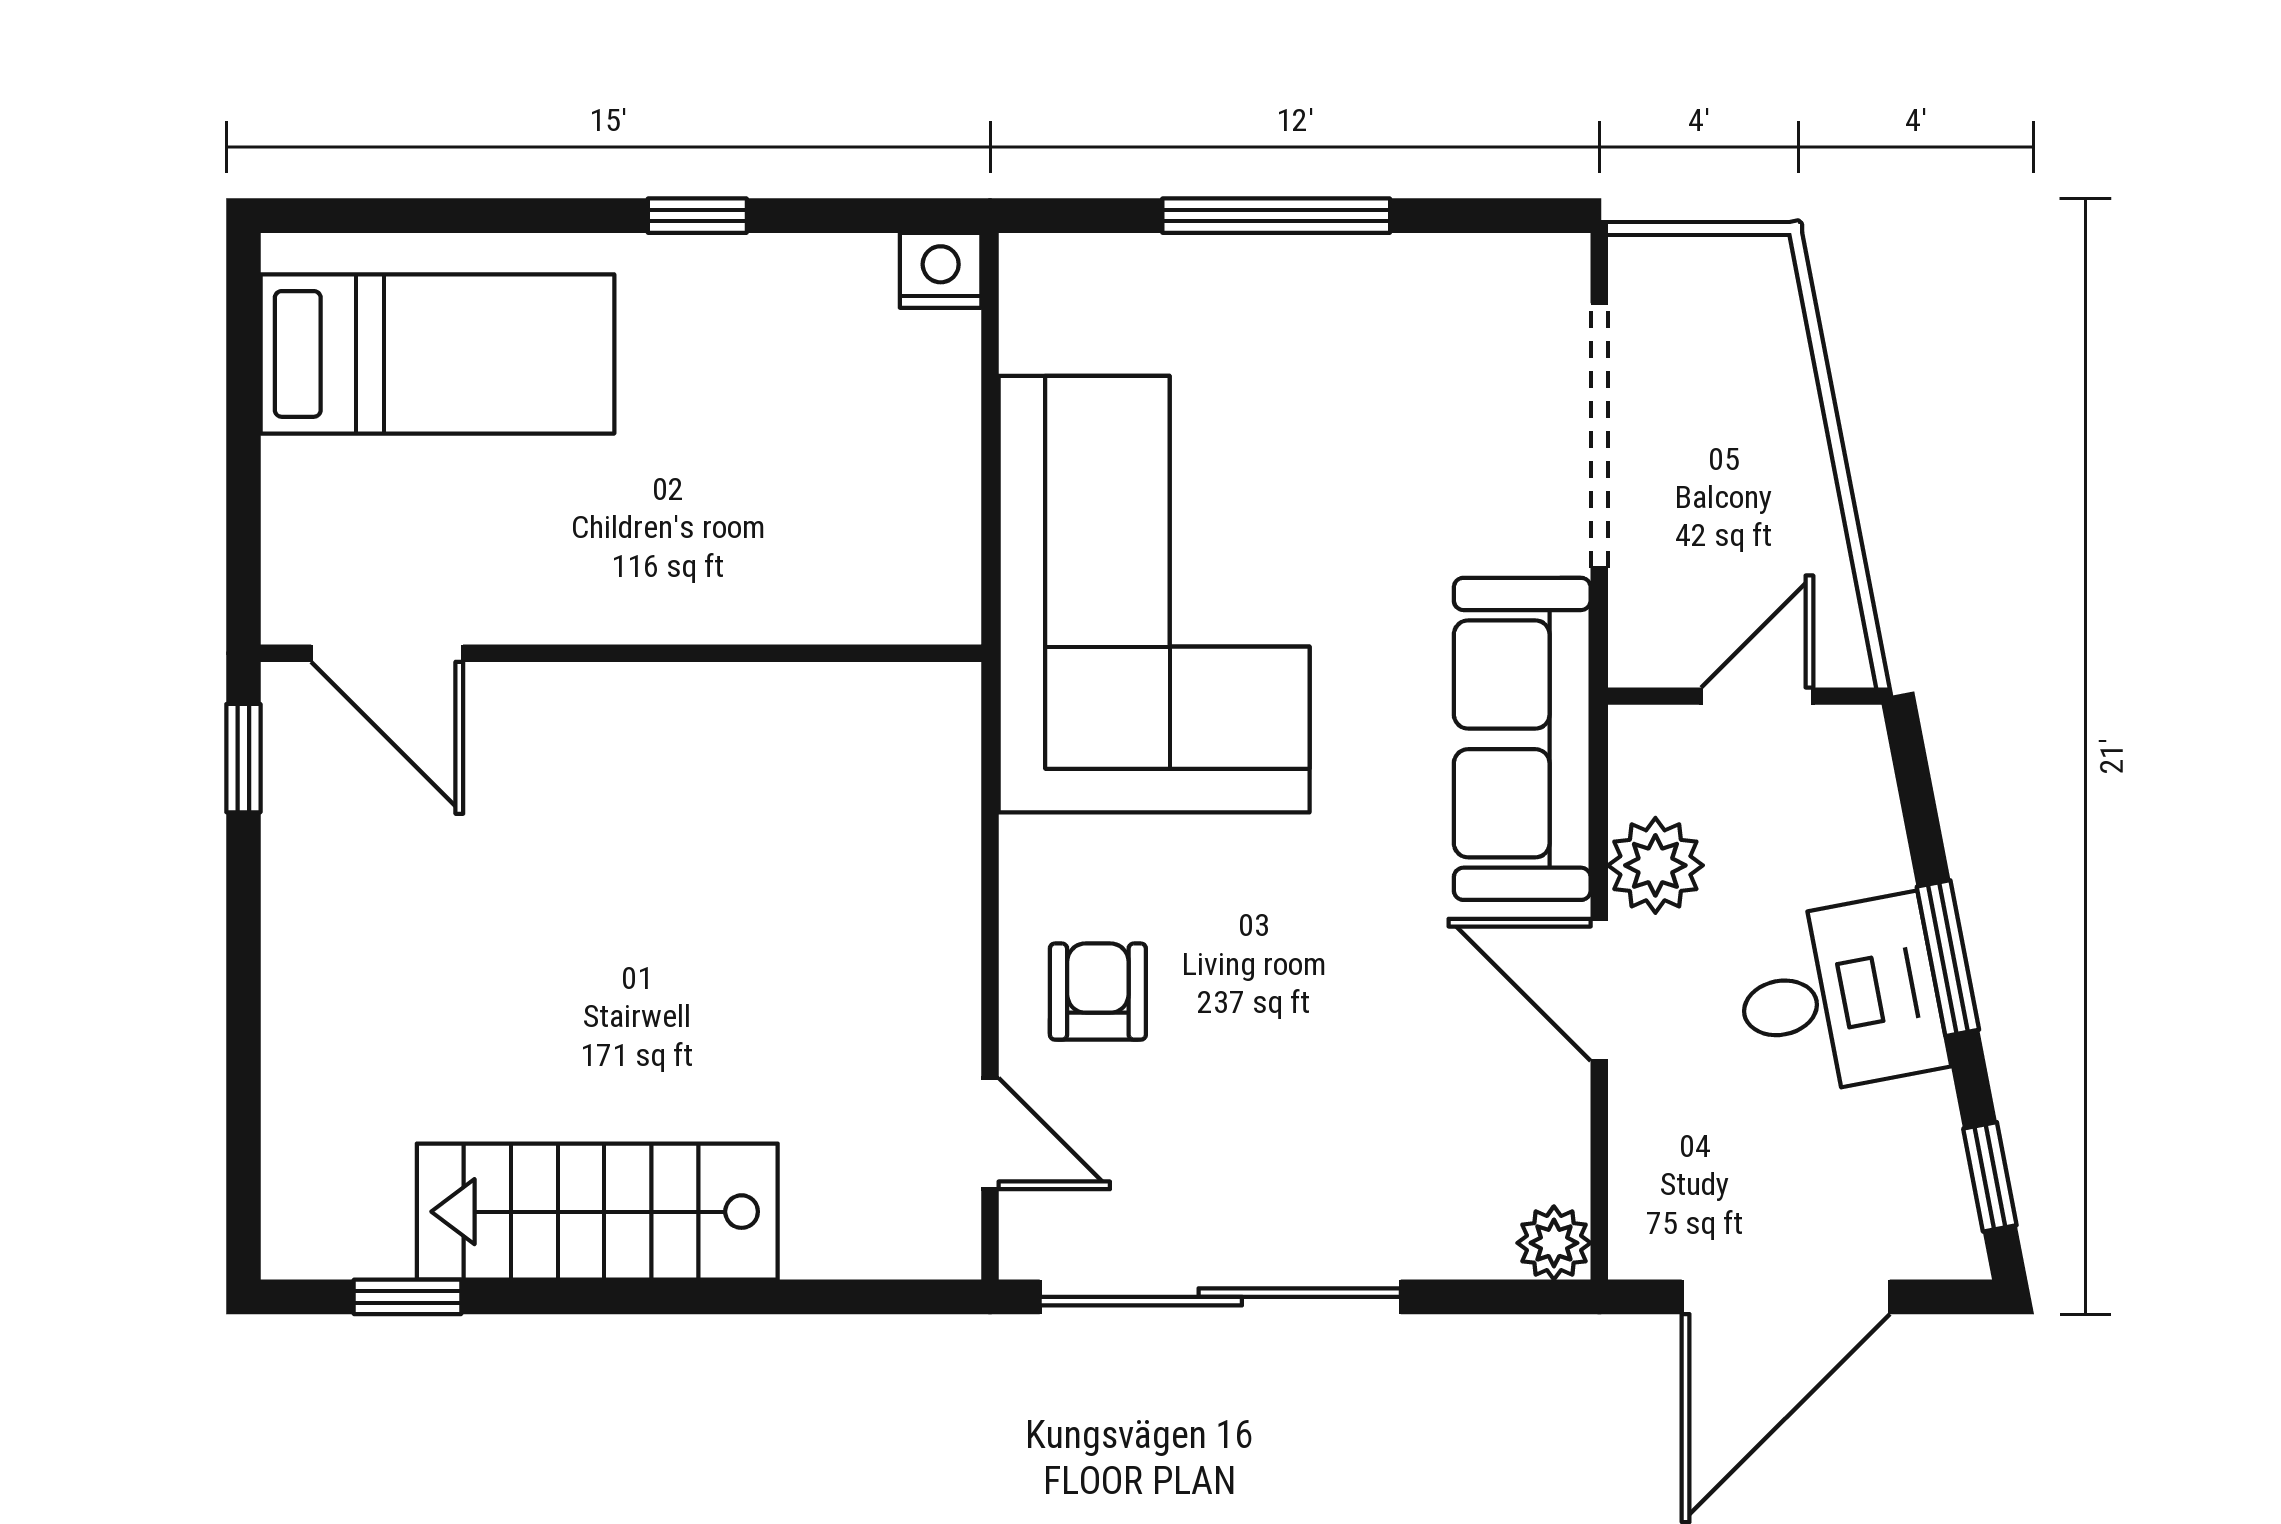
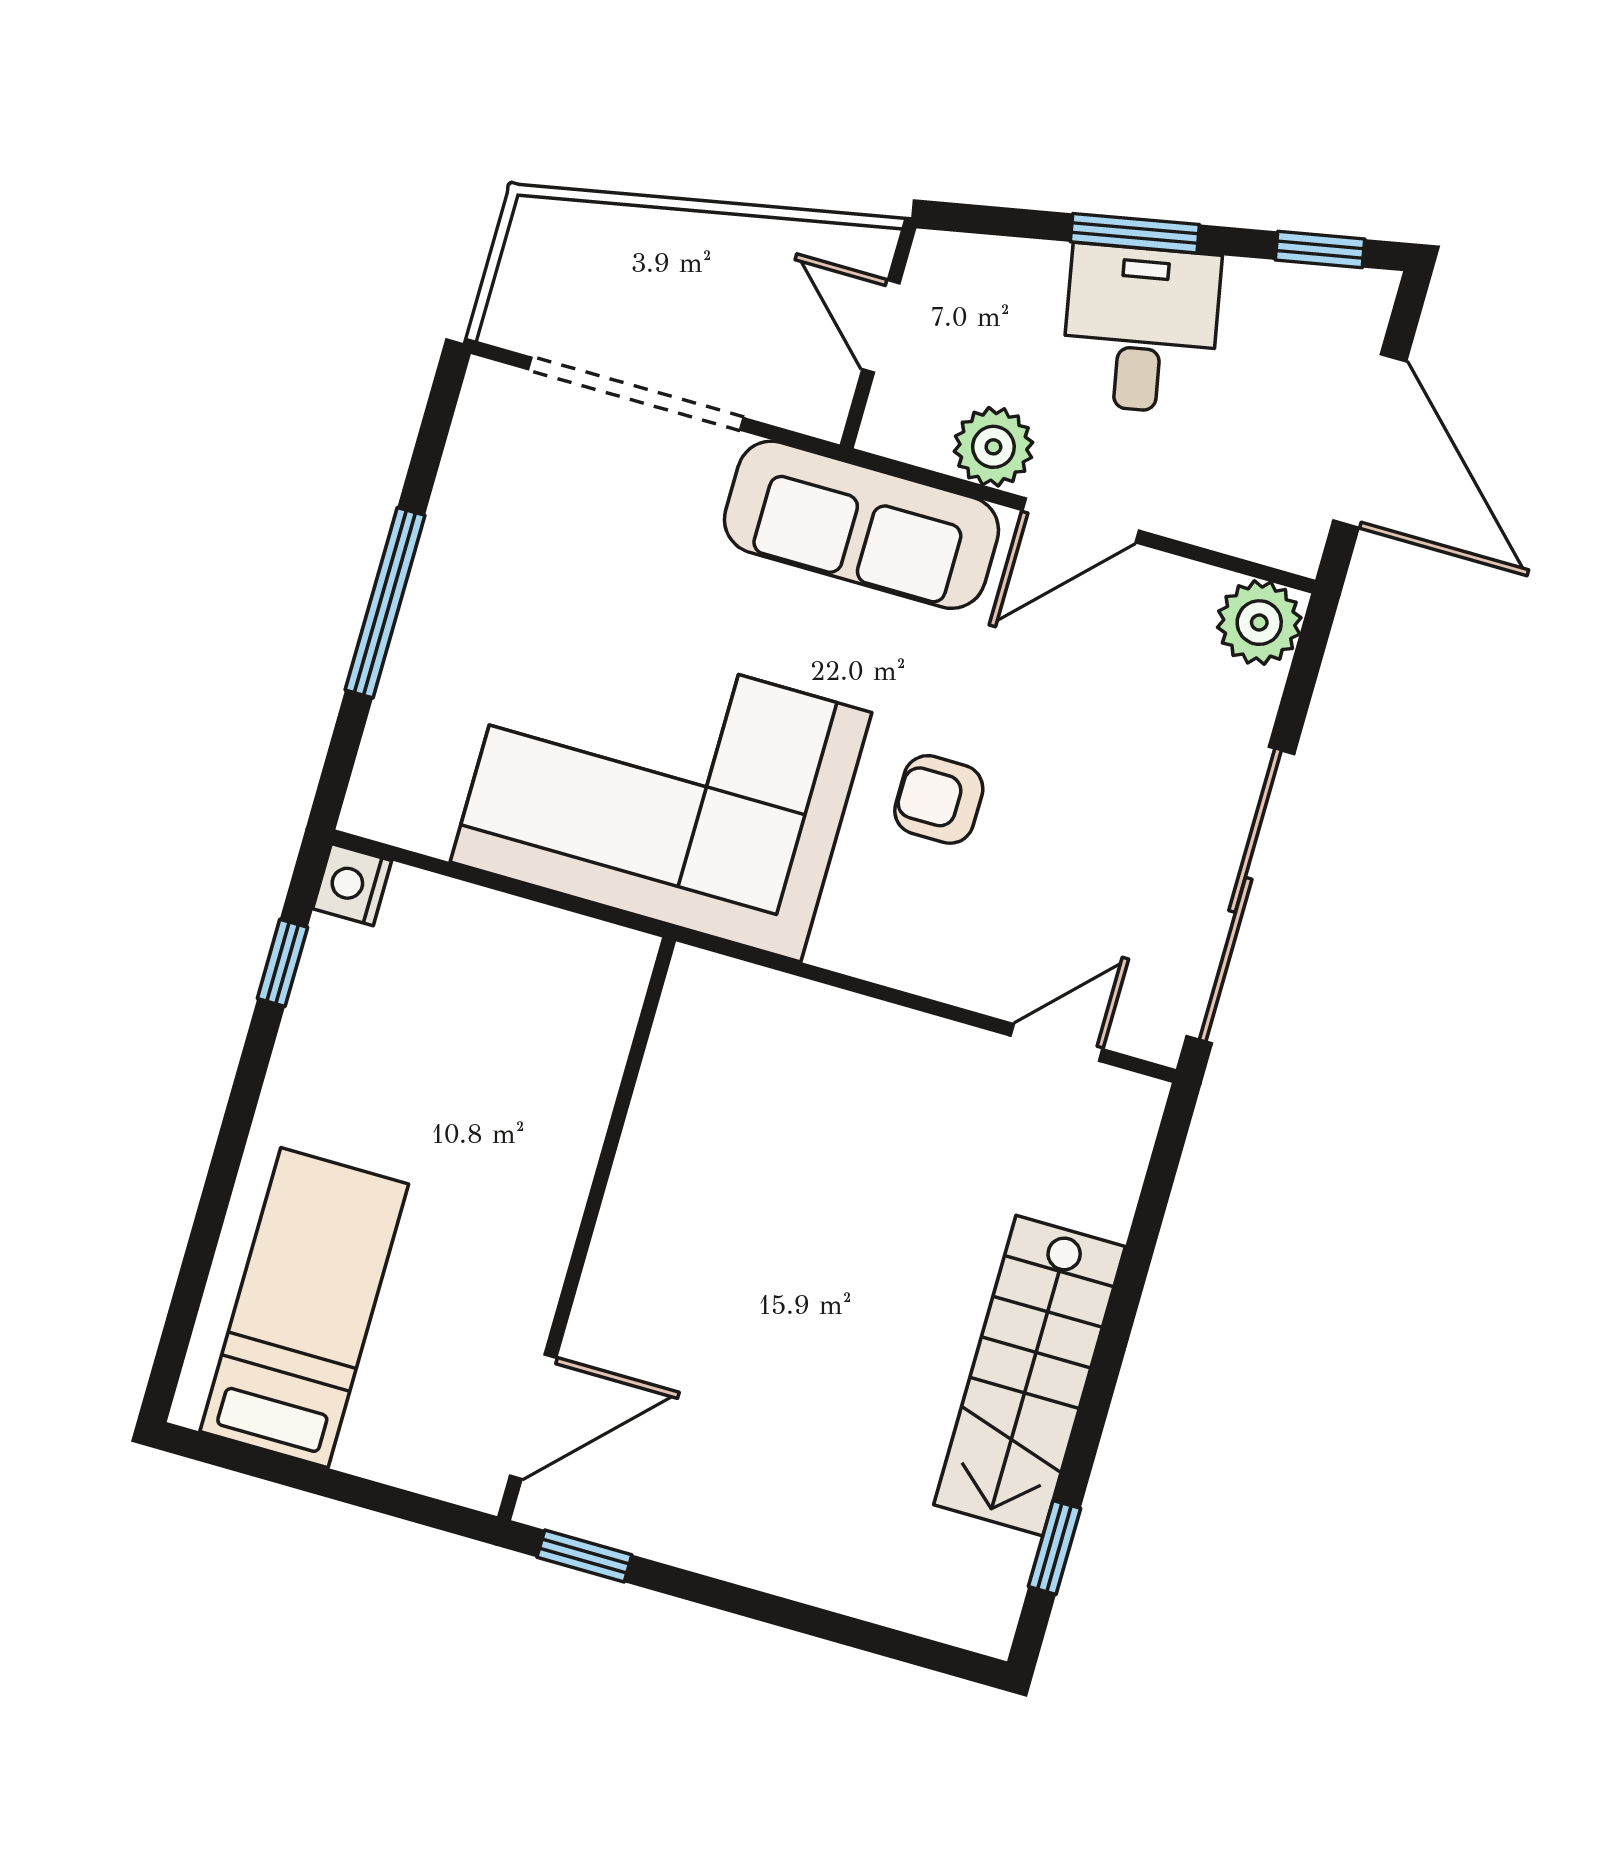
window: (697, 216) -> (282, 963), moved
armchair: (1098, 992) -> (939, 799), moved
plant: (1554, 1243) -> (1259, 623), width x1.38, depth x1.38

